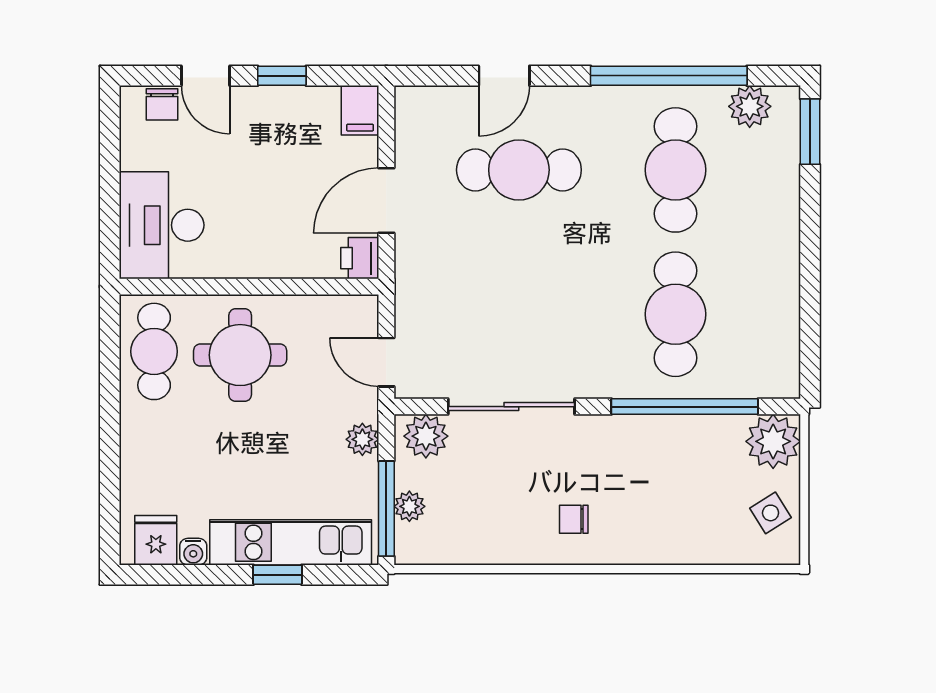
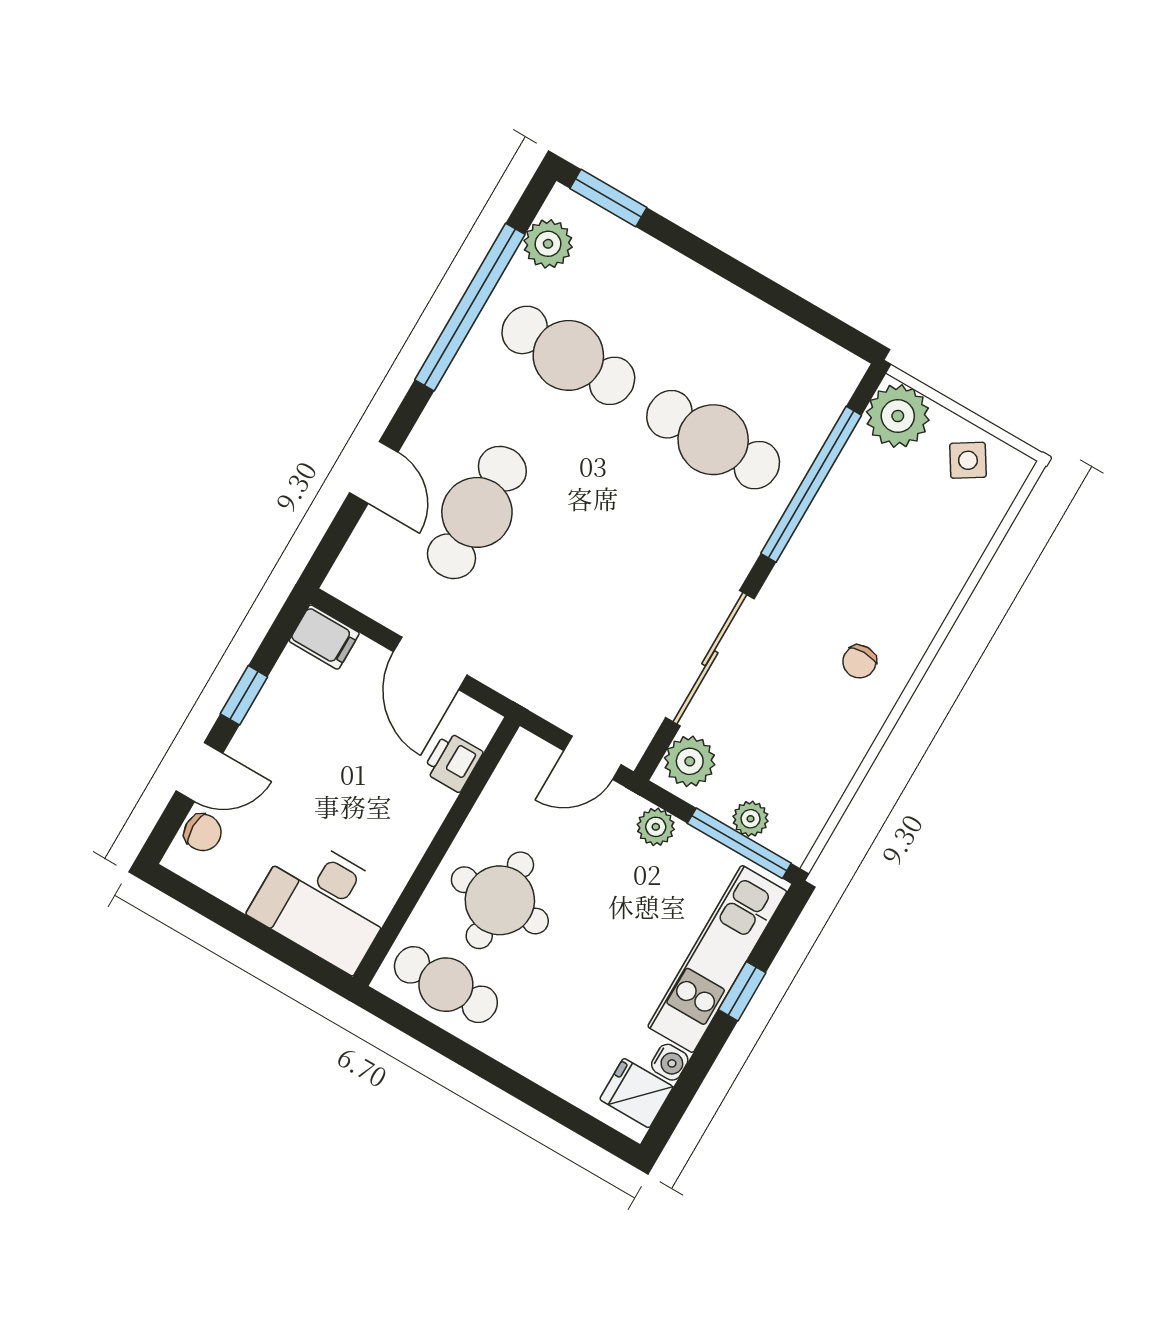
printer: (360, 258) -> (453, 762), moved, turned 90

